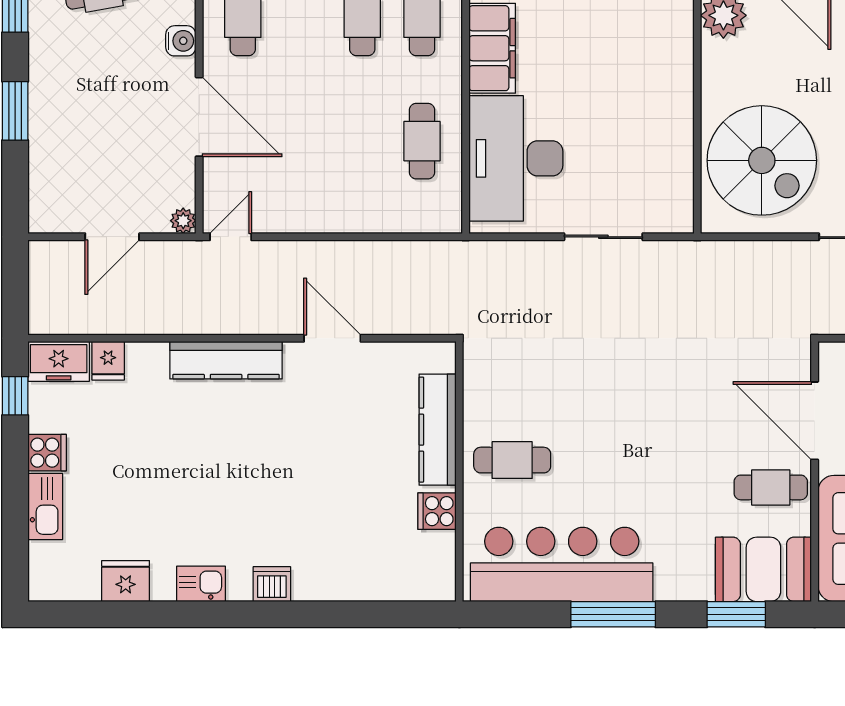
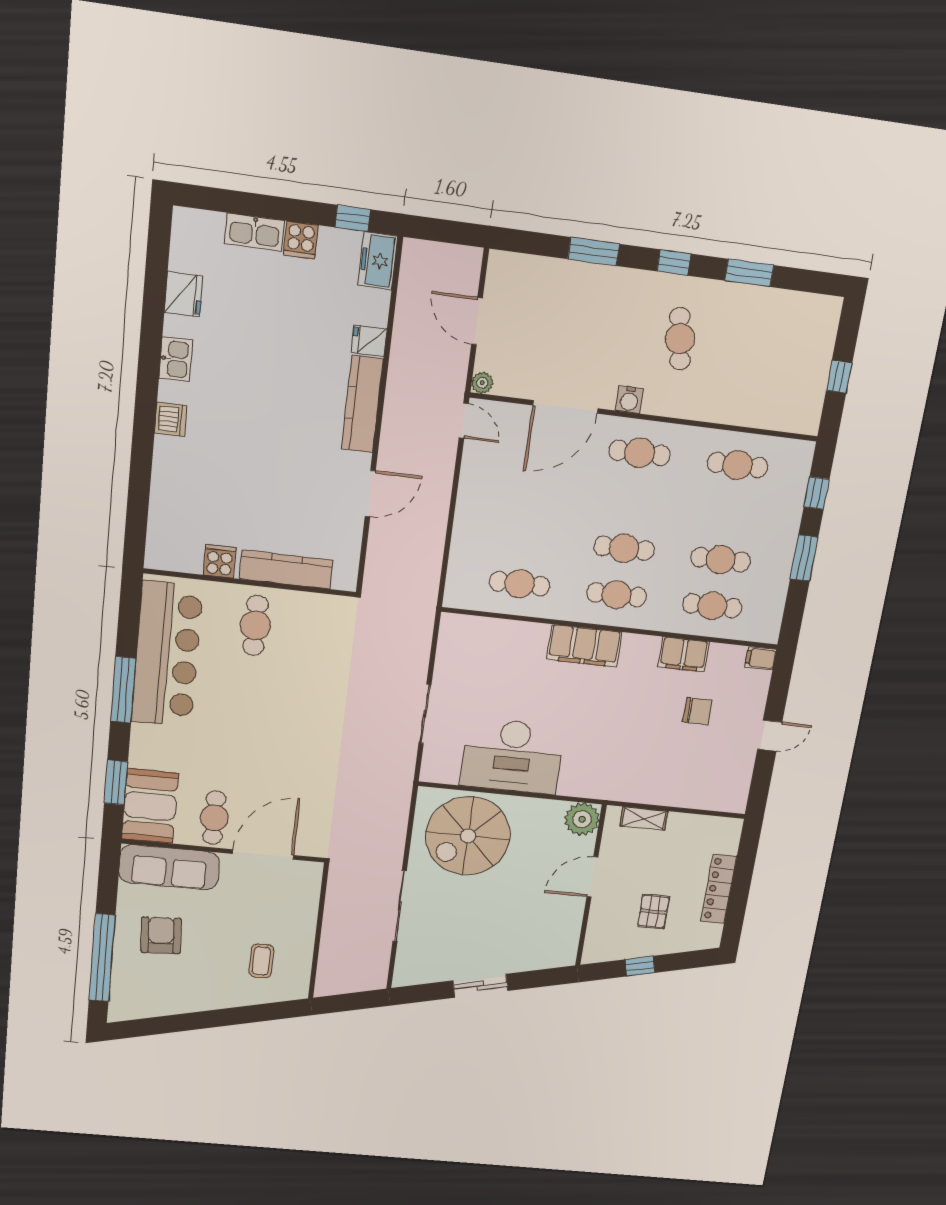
desk: (516, 158) -> (512, 756), moved, turned 180
fridge: (108, 361) -> (369, 341), moved

